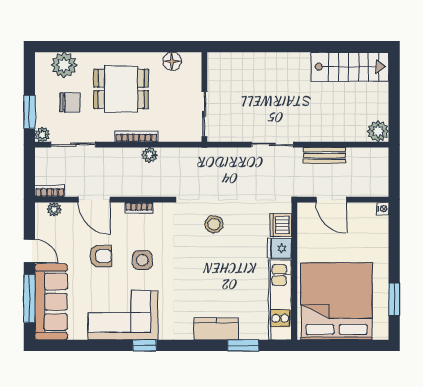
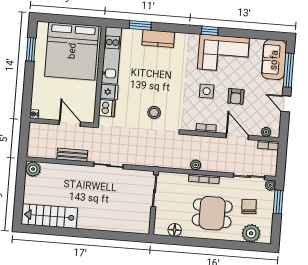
chair: (70, 102) -> (249, 206), turned 86
armchair: (101, 256) -> (236, 96), turned -90
sofa: (51, 302) -> (274, 60), width x0.73

